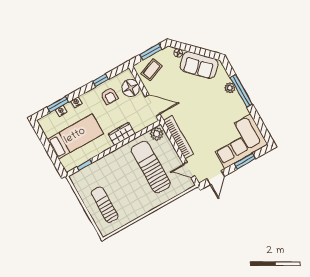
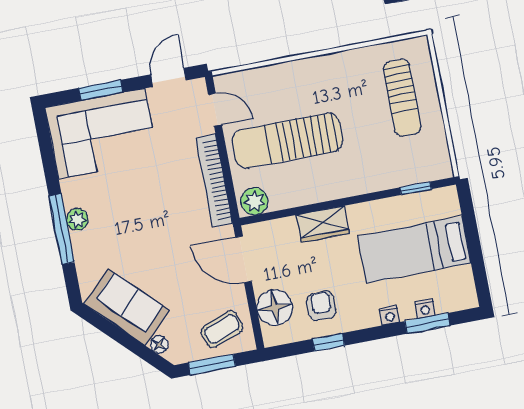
plant: (230, 88) -> (77, 219), moved
sun lounger: (151, 167) -> (287, 141), turned 90

